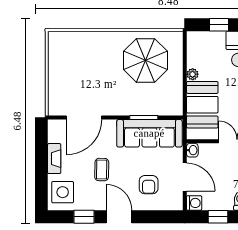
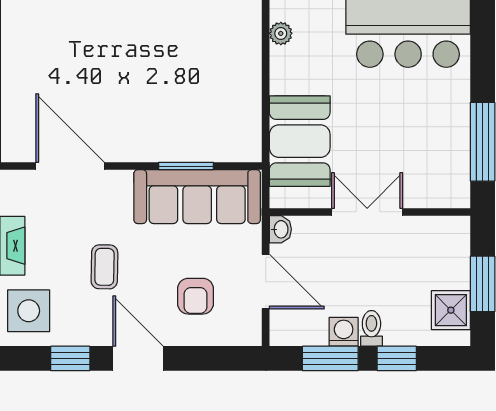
parasol: (145, 60) -> (189, 55), removed
plant: (193, 74) -> (281, 33), moved
door: (84, 118) -> (70, 166), swing flipped
washing machine: (194, 203) -> (344, 332), moved, turned -90
window: (218, 217) -> (330, 358), width x1.50

